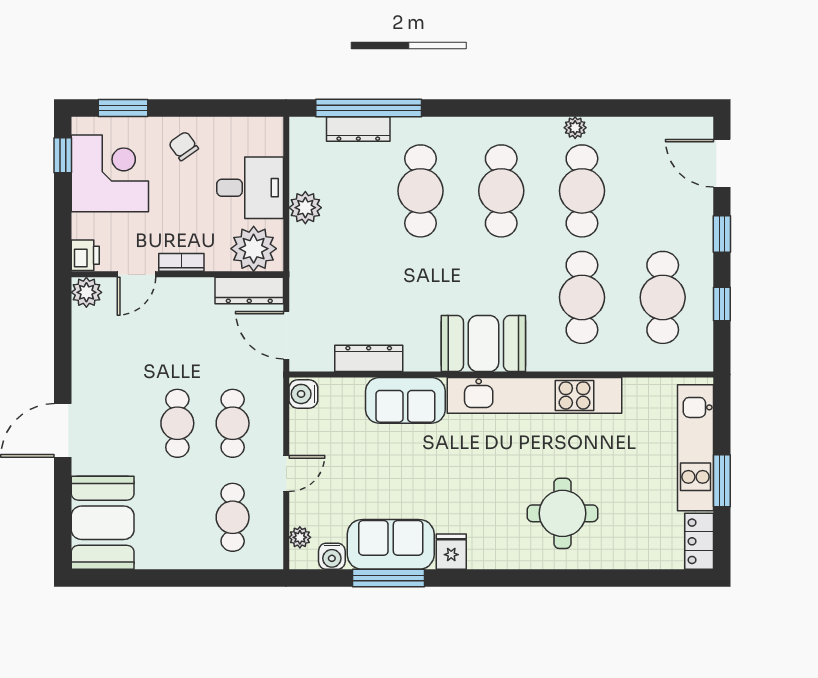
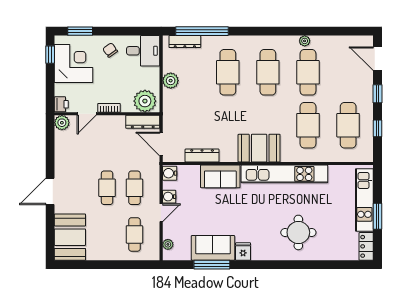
dresser: (358, 129) -> (185, 42), moved
desk: (250, 188) -> (143, 51), moved
water cooler: (332, 556) -> (169, 197), moved, turned 90

